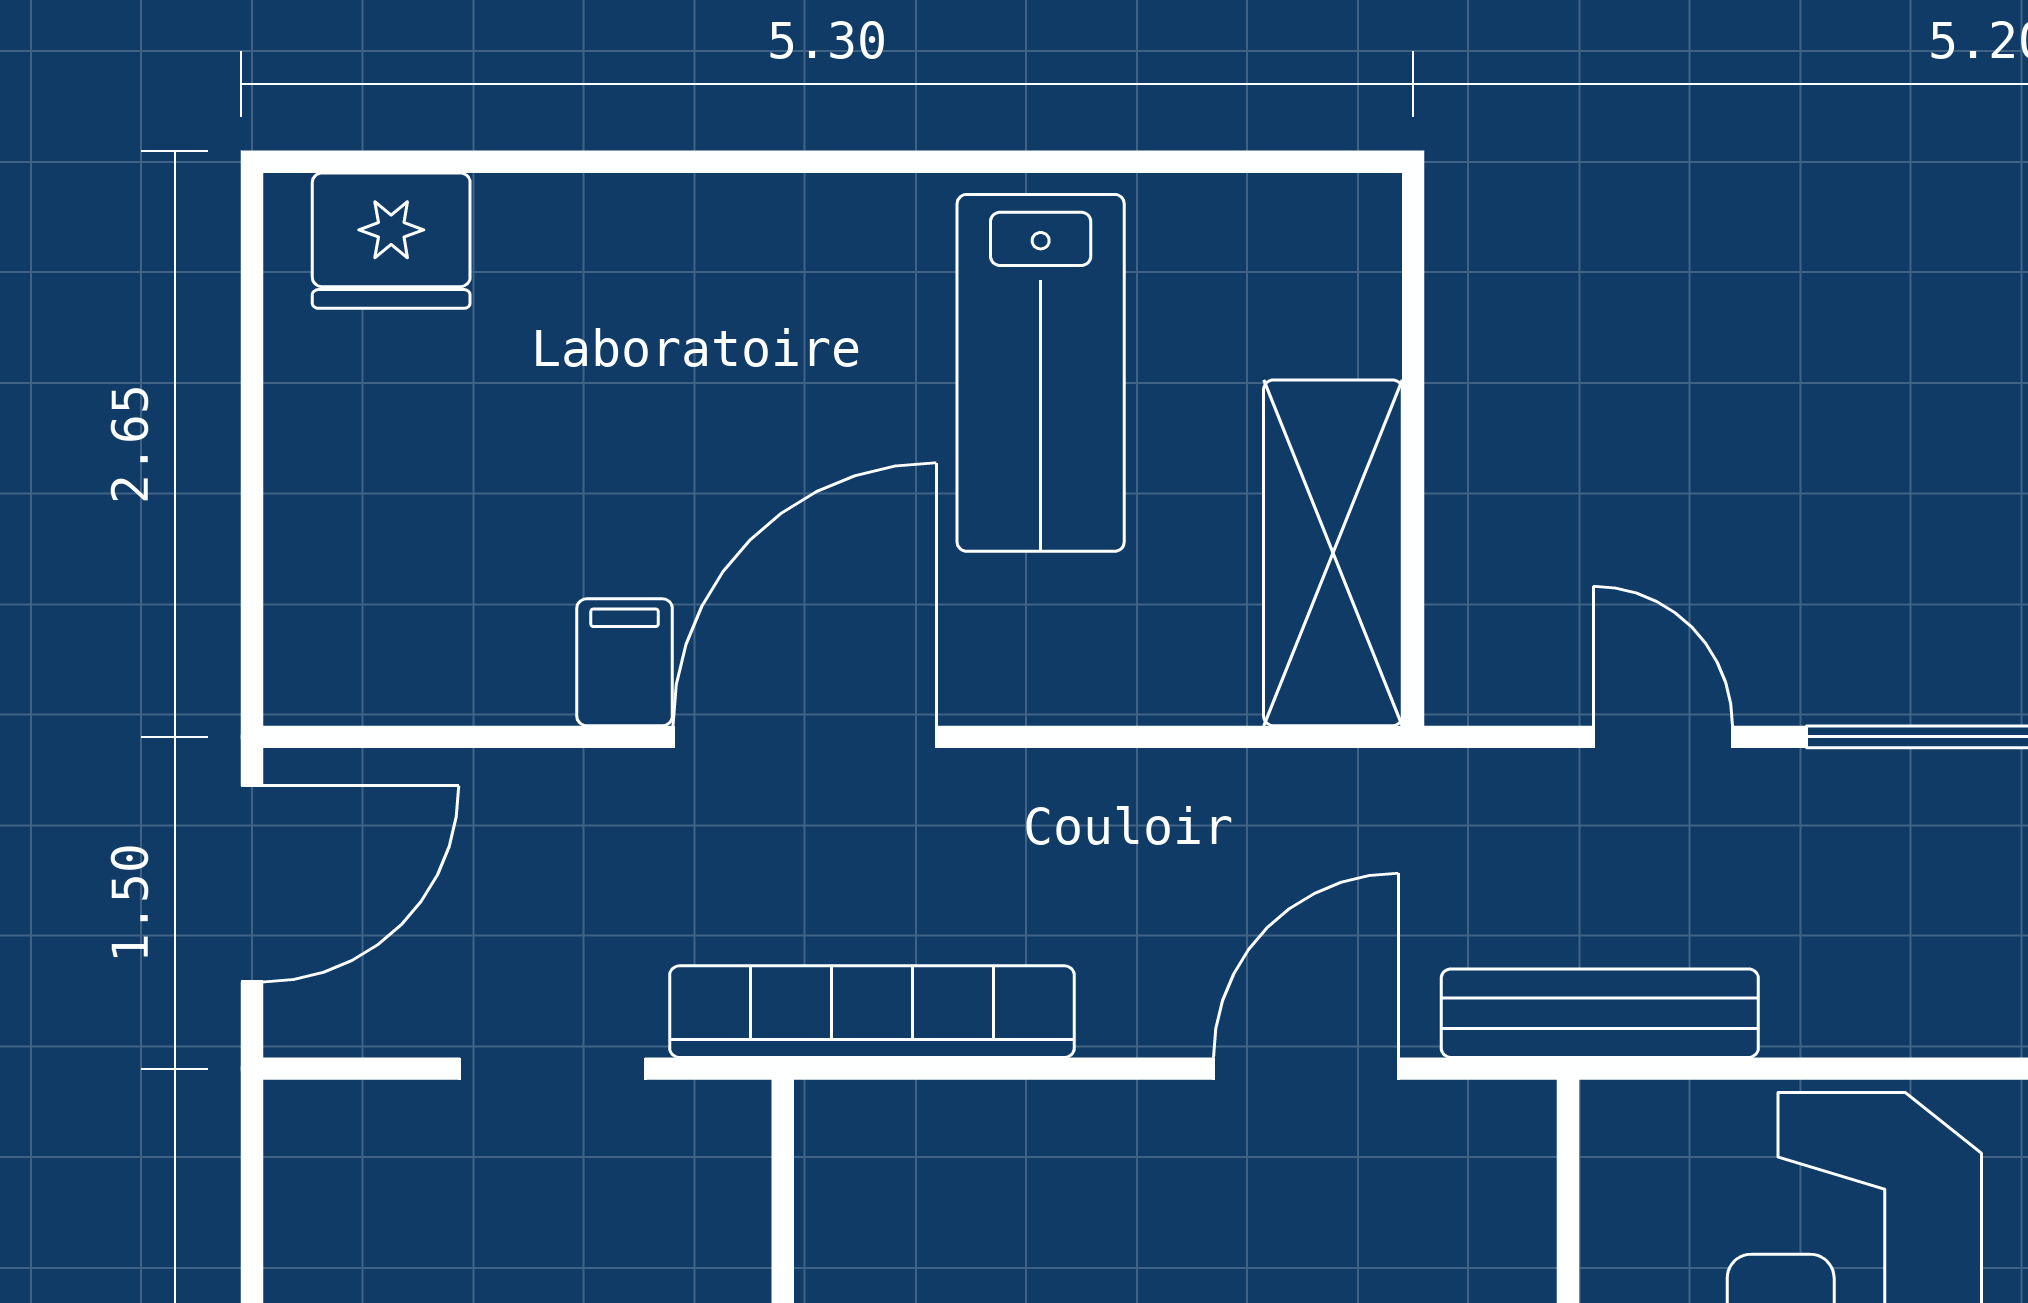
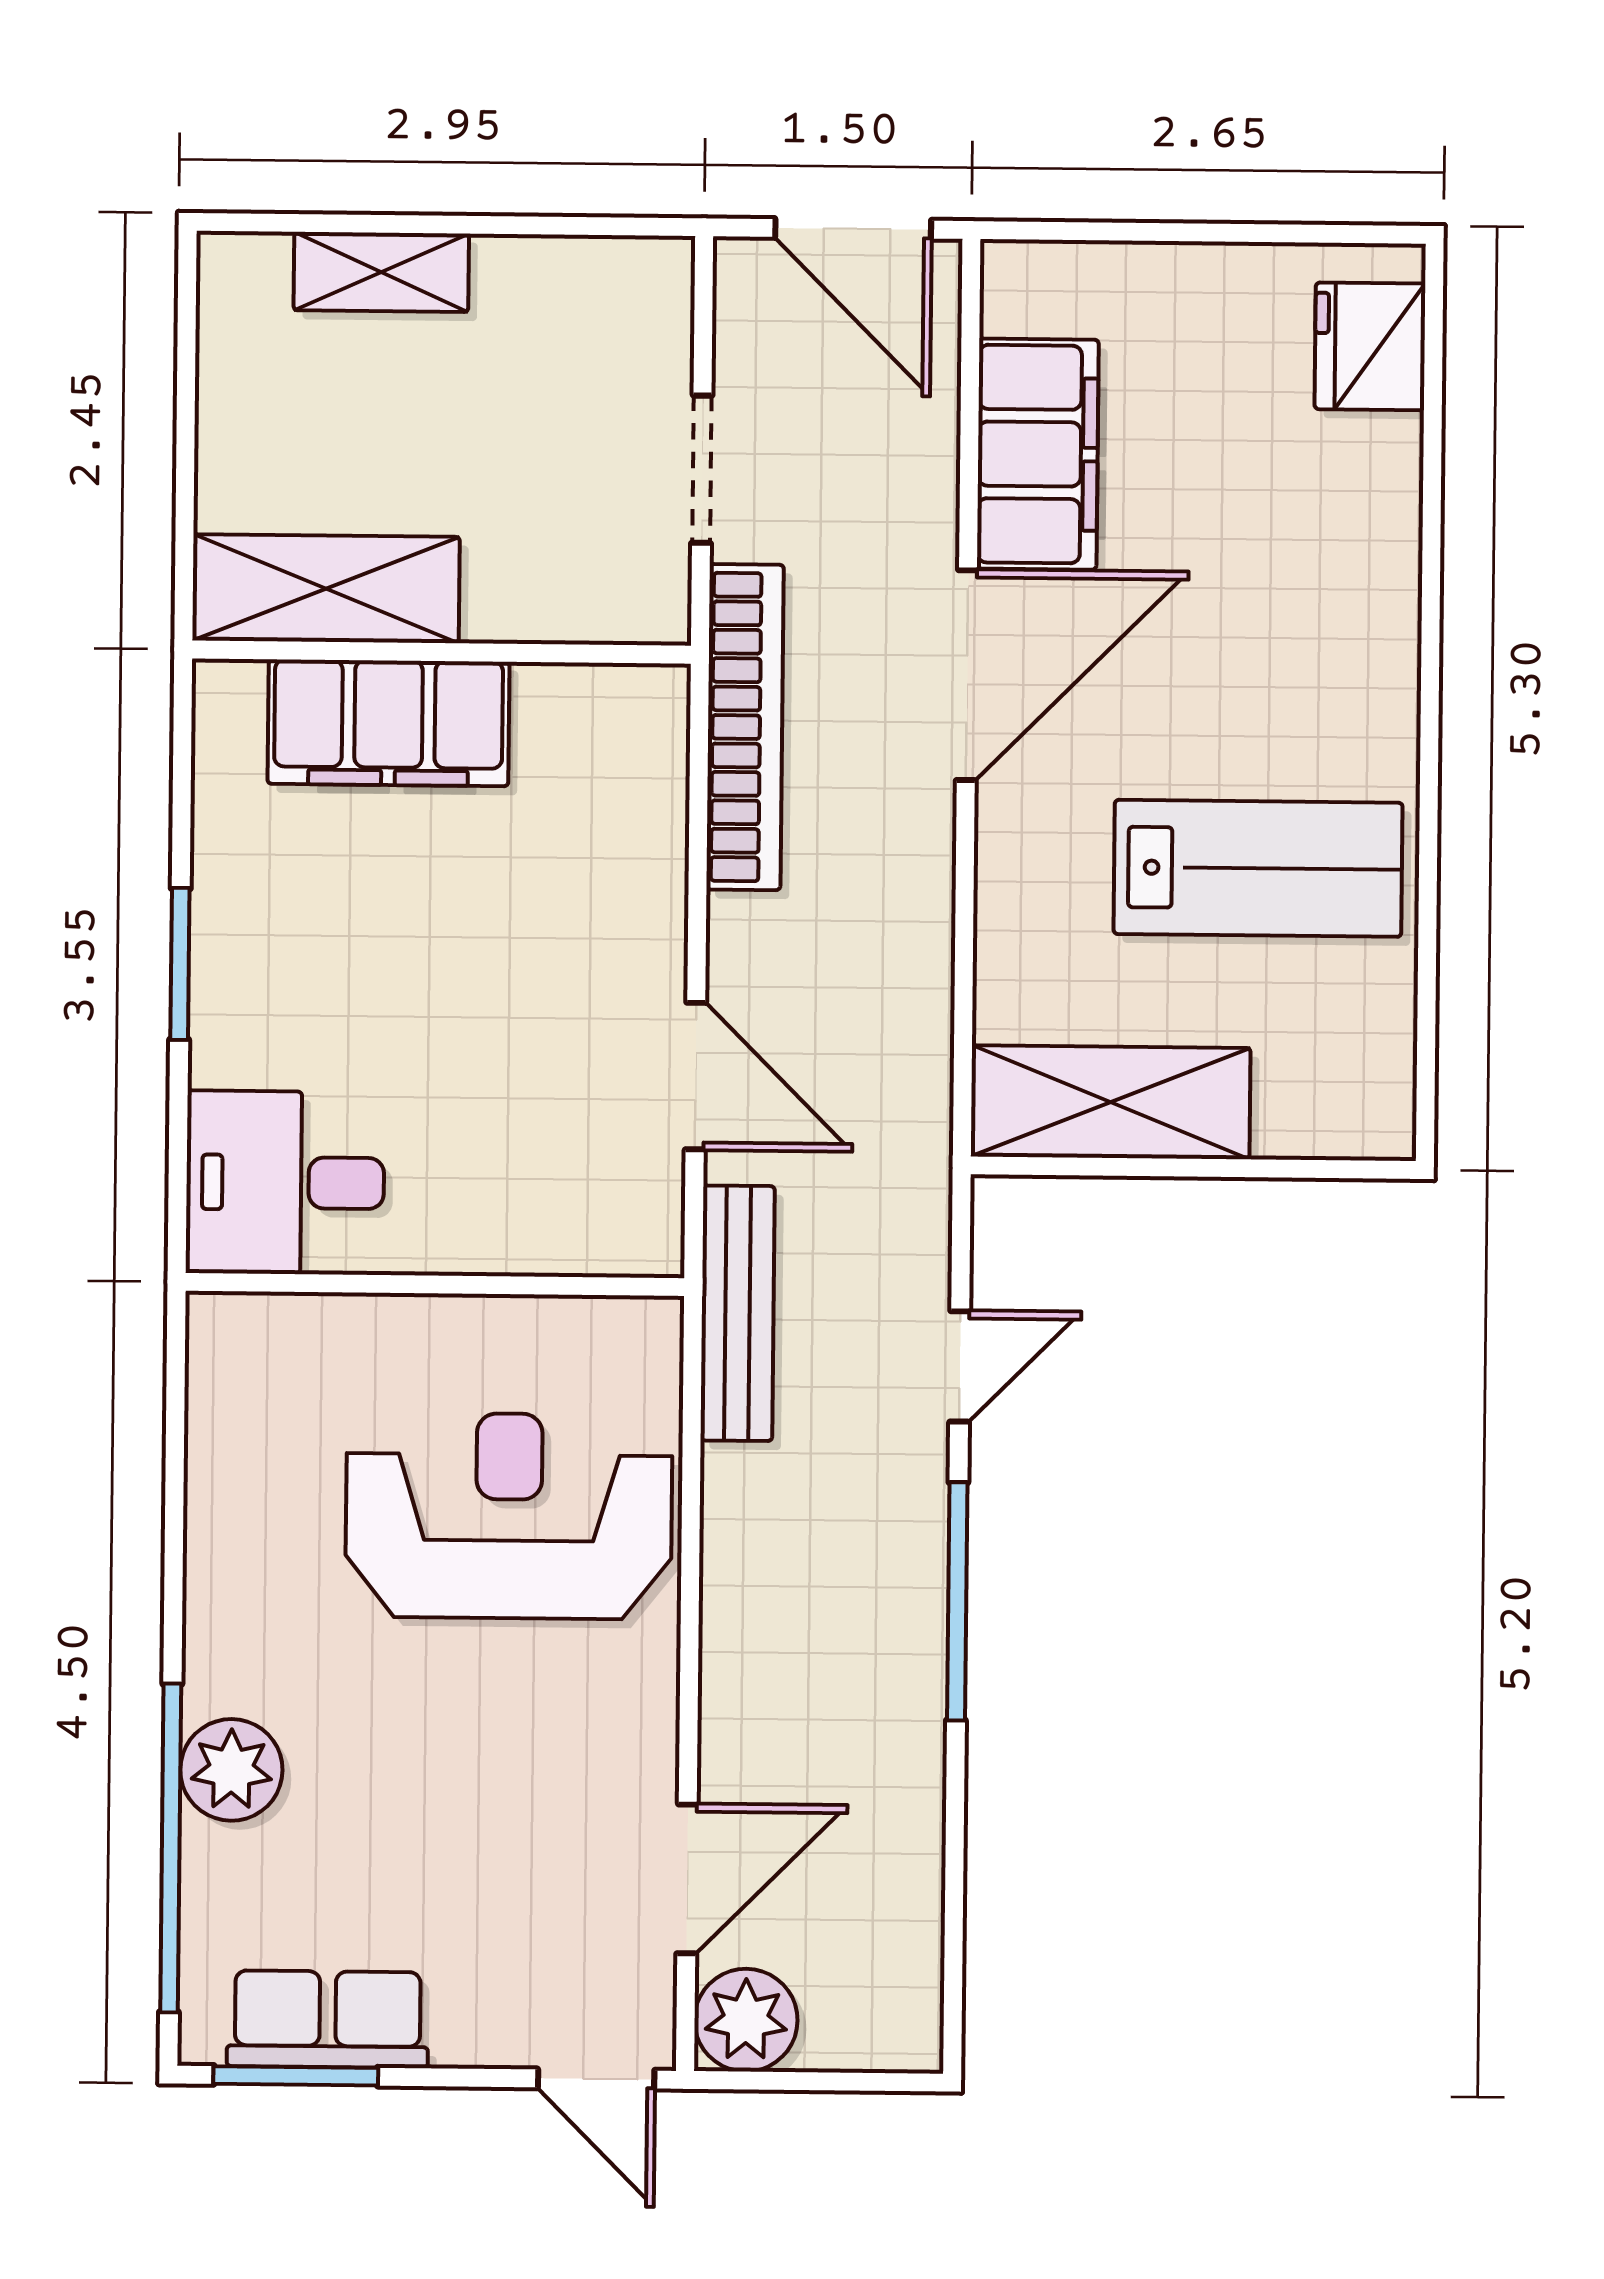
lab bench: (1041, 373) -> (1258, 868), turned 180
filing cabinet: (625, 662) -> (1038, 454), width x3.00, depth x1.17
door: (805, 737) -> (967, 675), hinge flipped

